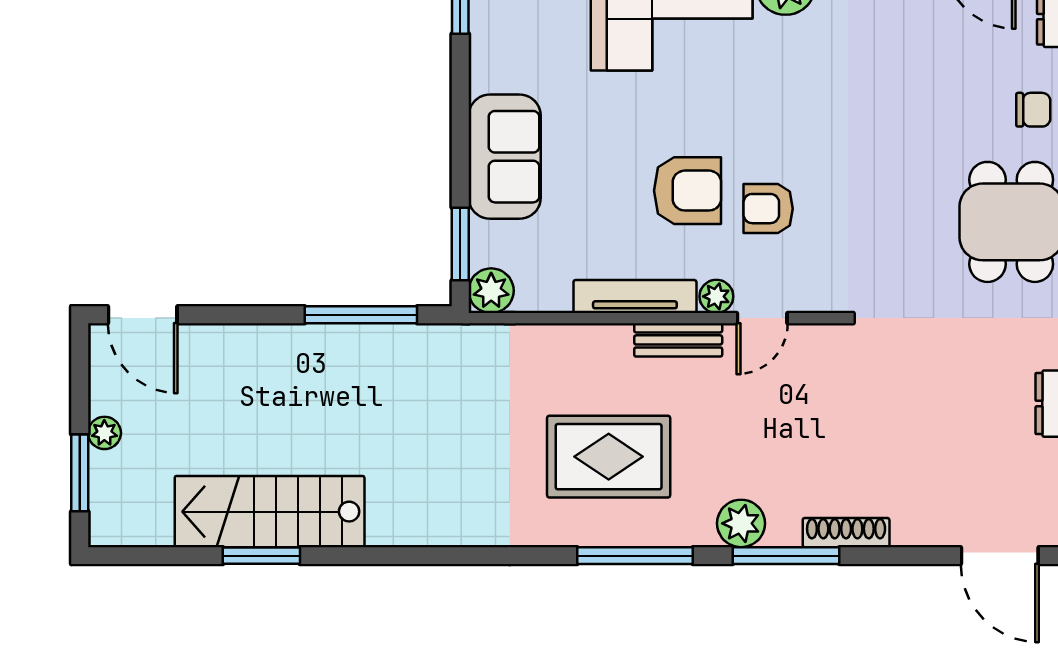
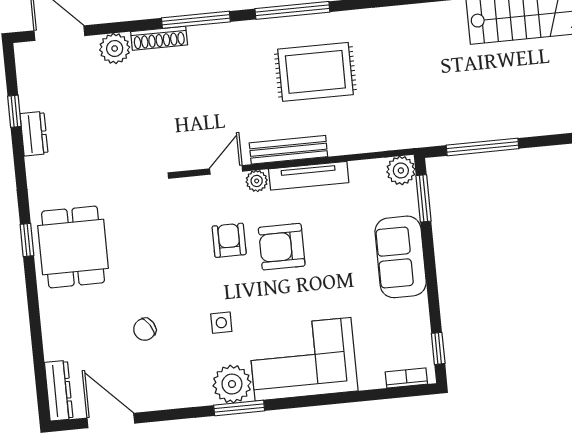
side table: (793, 82) -> (221, 323), added
chair: (1033, 110) -> (145, 329), moved, turned -32
armchair: (768, 209) -> (229, 240), turned -90
bench: (678, 340) -> (288, 150), width x1.36
plant: (741, 523) -> (115, 48), moved

